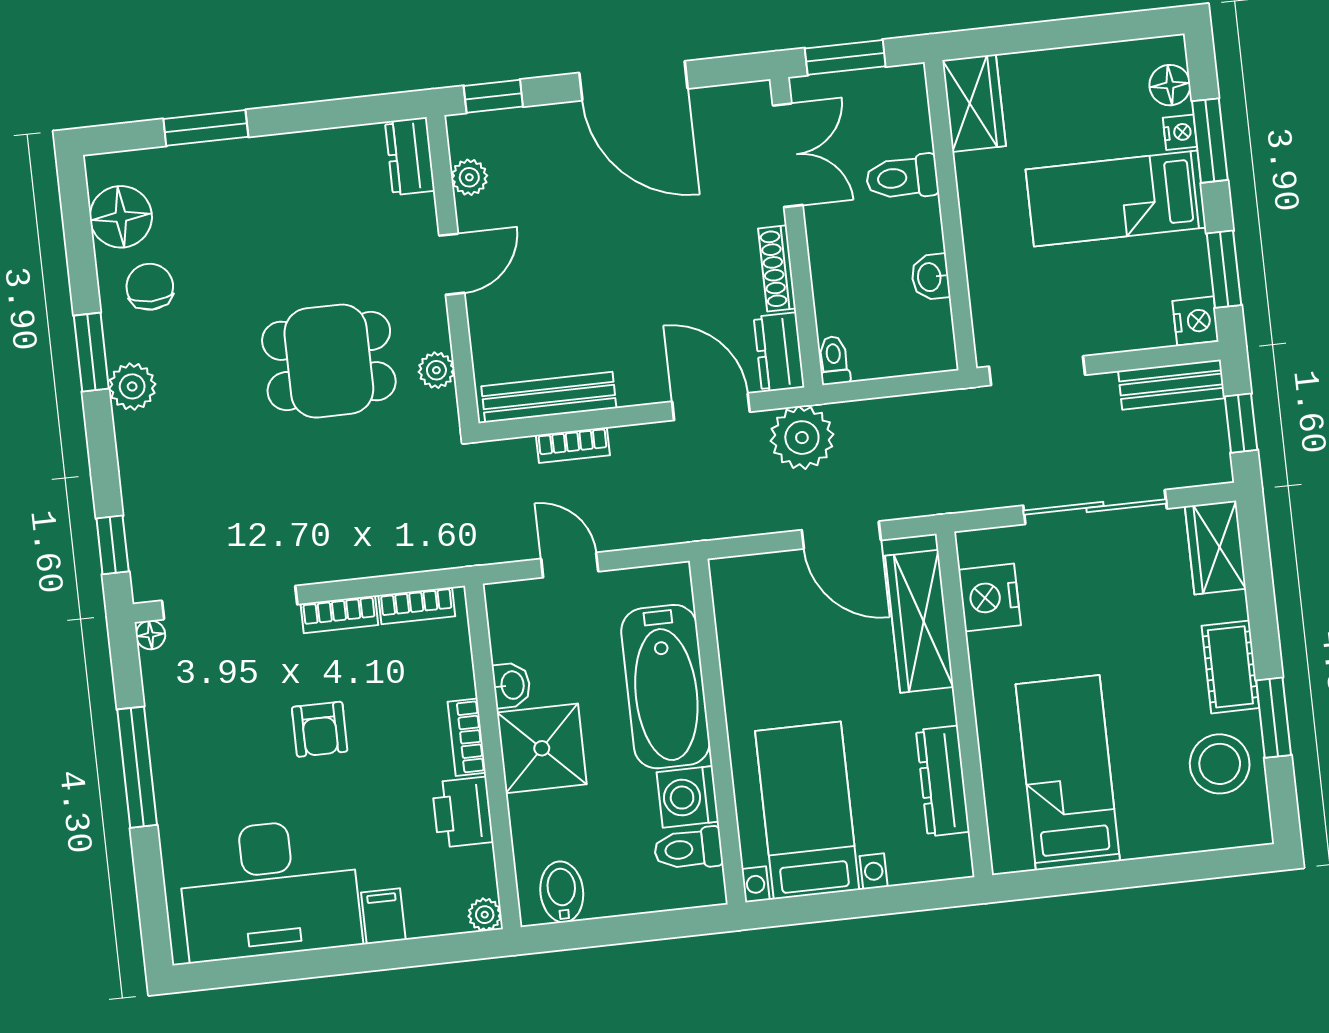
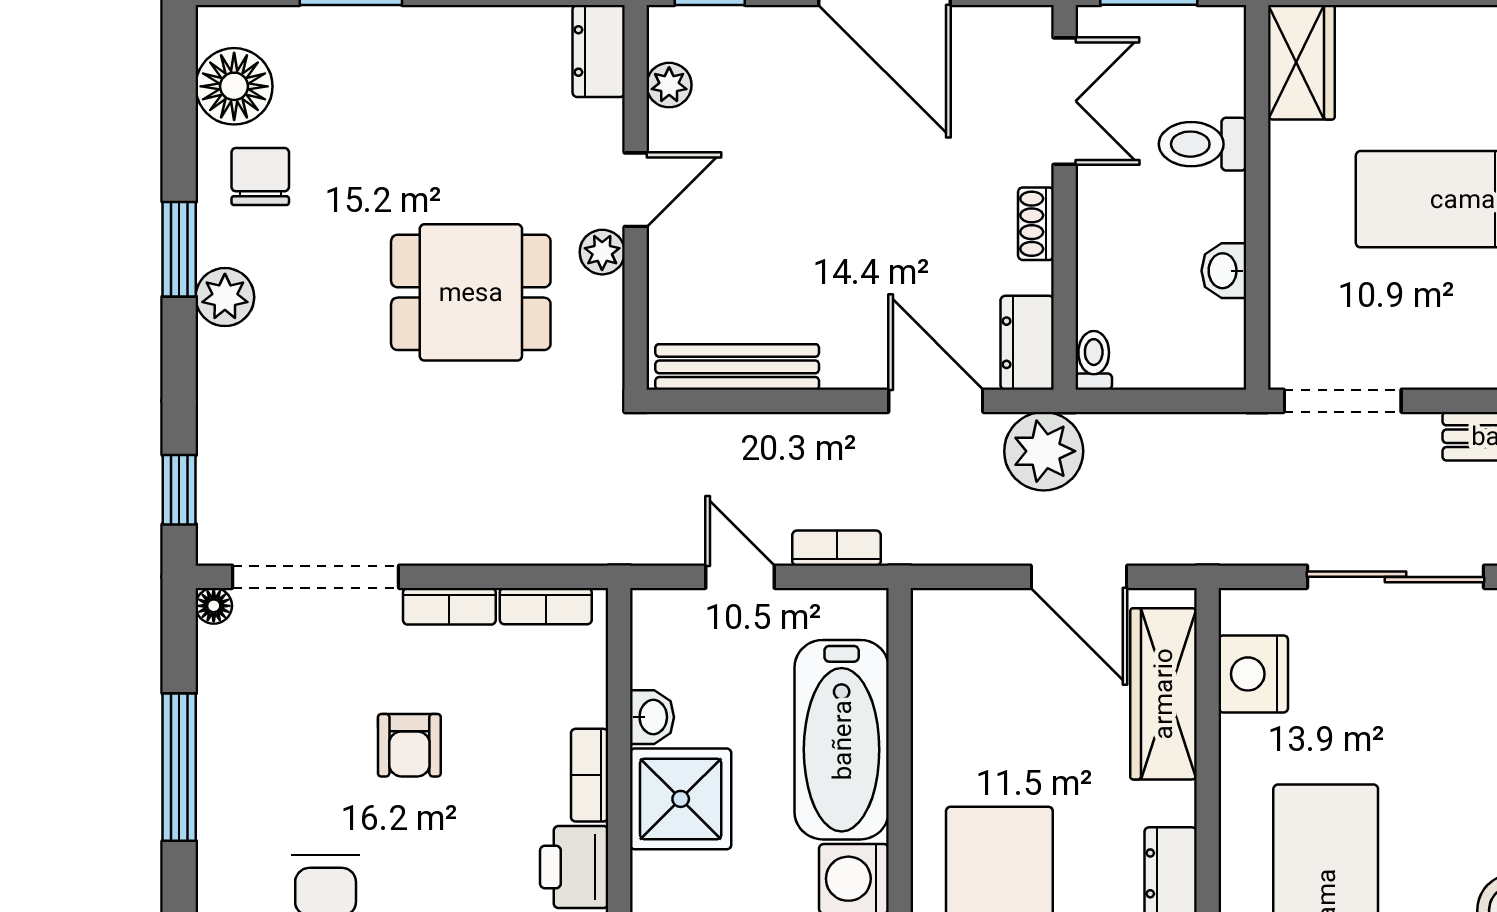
shoe rack: (777, 268) -> (1036, 224), width x0.70
plant: (436, 370) -> (602, 252), moved
bookcase: (573, 445) -> (837, 548), moved, turned 180

